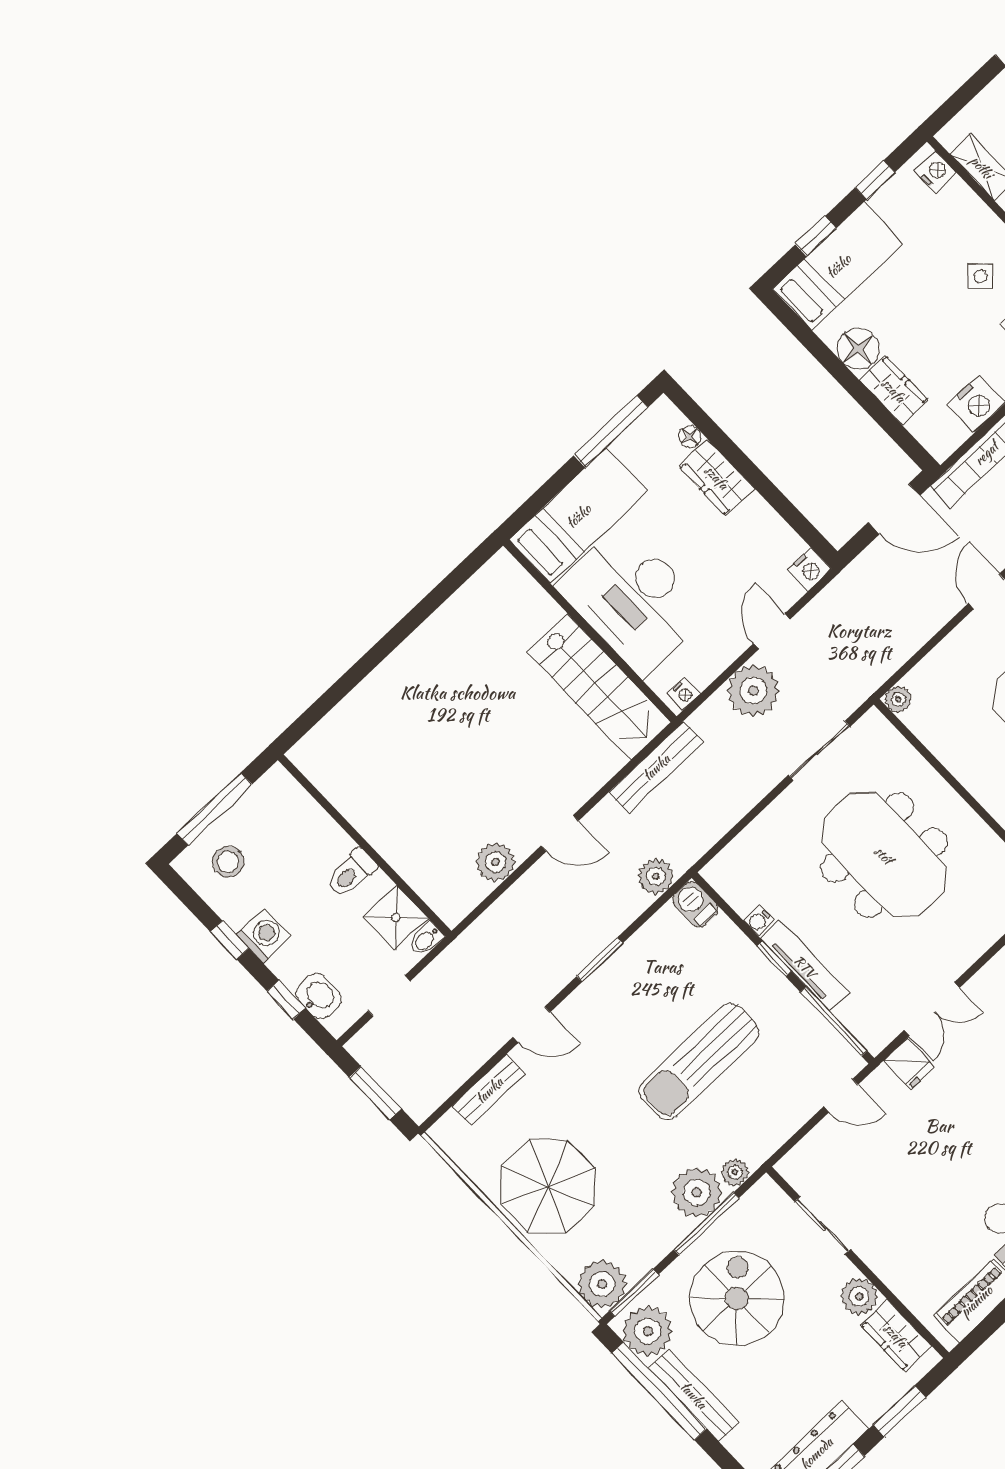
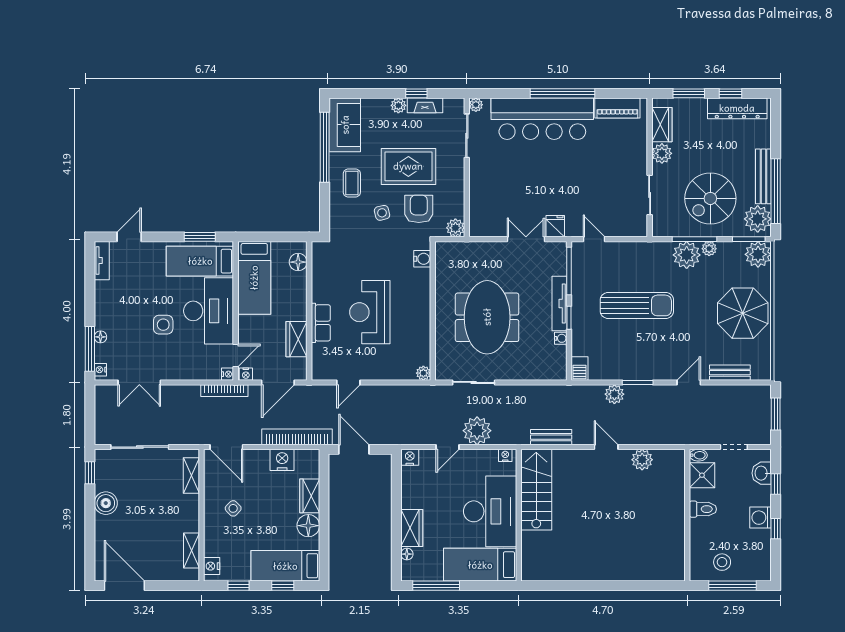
bench: (656, 767) -> (551, 437), width x0.73
stool: (228, 862) -> (722, 562), moved
plant: (656, 876) -> (614, 394), moved
door: (531, 1025) -> (689, 382), hinge flipped
plant: (735, 1172) -> (709, 249), moved

